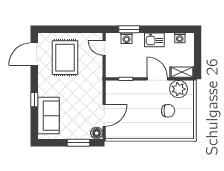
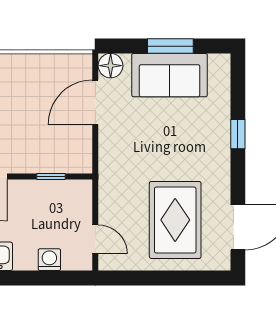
window: (129, 29) -> (44, 278), removed
sofa: (49, 116) -> (170, 75), moved, turned -90
window: (78, 143) -> (170, 46), moved

